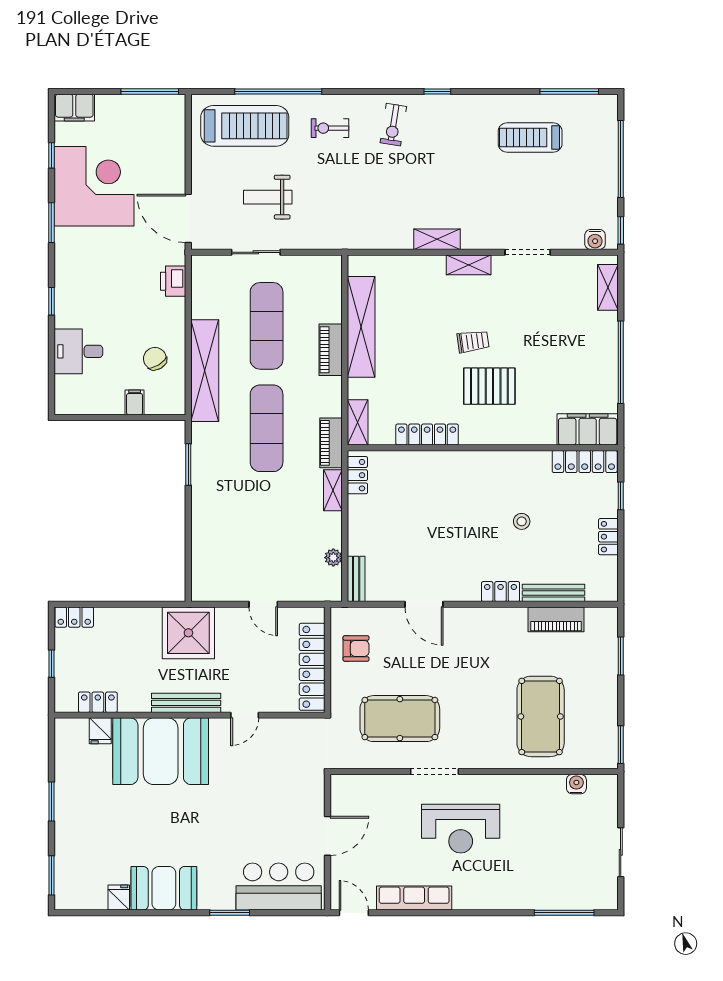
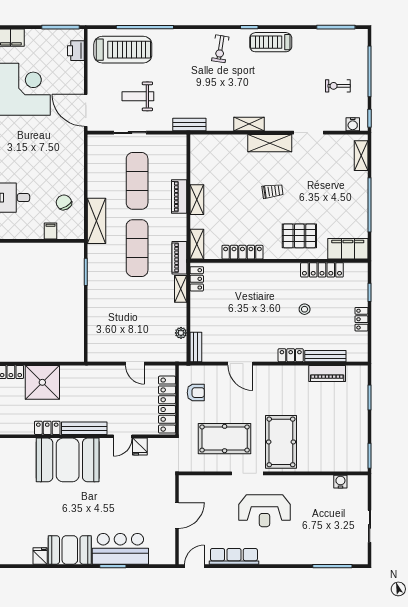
exercise bike: (330, 128) -> (338, 86), moved
treadmill: (530, 137) -> (271, 42), moved
bench: (346, 240) -> (189, 125), added
shelving: (469, 265) -> (270, 143), width x1.50, depth x1.33
printer: (173, 281) -> (76, 51), moved
shelving: (361, 327) -> (197, 200), width x0.45, depth x0.75
shelving: (205, 371) -> (97, 221), width x0.68
pallet: (489, 386) -> (299, 236), moved
locker: (585, 462) -> (322, 270), moved
shower: (188, 633) -> (42, 382), moved
locker: (98, 702) -> (47, 428), moved
pool table: (541, 716) -> (281, 442), moved
fridge: (100, 731) -> (140, 447), moved
bar counter: (279, 887) -> (120, 549), moved
door: (354, 913) -> (194, 566), hinge flipped

